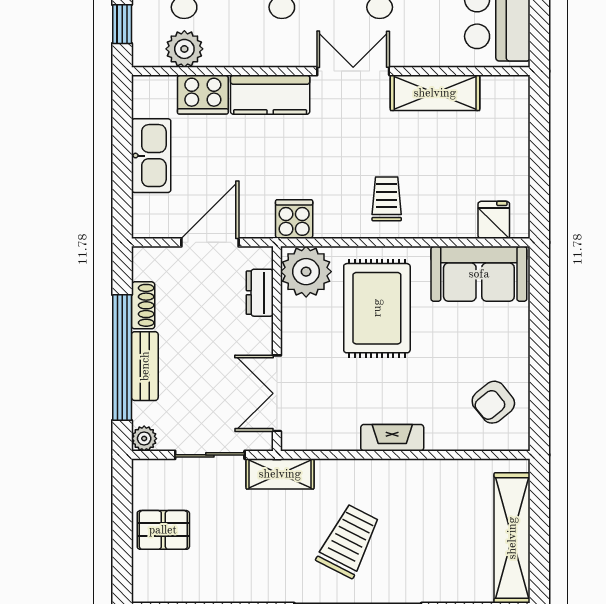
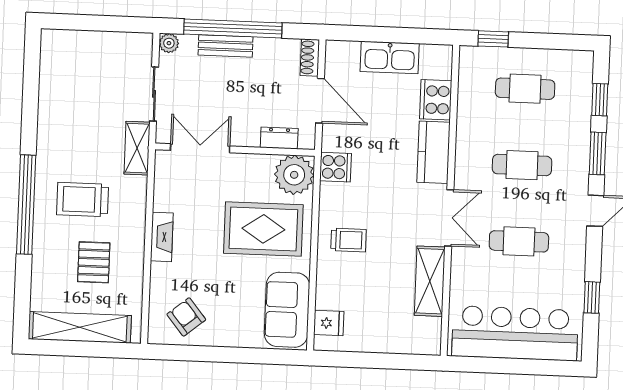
plant: (184, 49) -> (472, 87), removed
shoe rack: (143, 305) -> (310, 58), moved, turned 90
pallet: (163, 530) -> (94, 262), moved
trolley: (349, 541) -> (83, 200), turned 153

